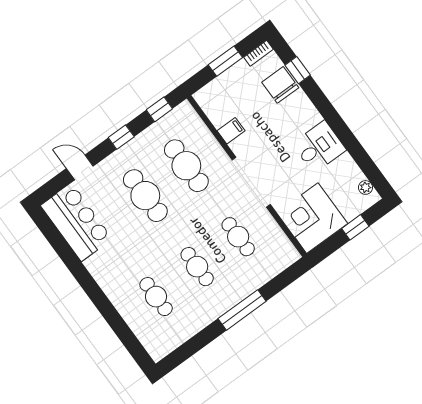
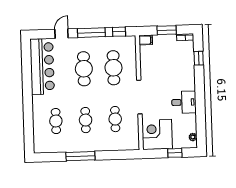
chair: (280, 85) -> (185, 60), removed
filing cabinet: (231, 131) -> (146, 40), moved
window: (121, 137) -> (91, 33), width x2.17
door: (80, 167) -> (61, 34), hinge flipped
bar counter: (76, 222) -> (42, 66), width x1.36
window: (242, 310) -> (80, 156), moved

